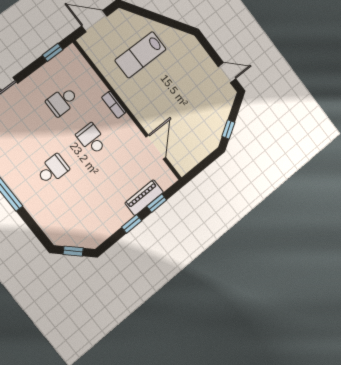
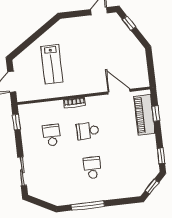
school desk: (62, 101) -> (52, 135), turned 180
window: (228, 129) -> (129, 23), moved
piano: (144, 198) -> (144, 115), width x1.37, depth x1.33
window: (132, 224) -> (161, 156), moved

